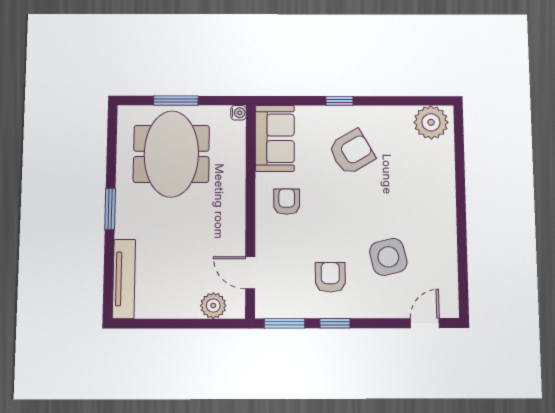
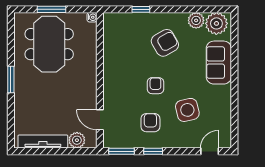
window: (339, 101) -> (141, 9), moved
plant: (399, 118) -> (196, 20), added
sofa: (275, 138) -> (219, 63), moved, turned 180
armchair: (287, 202) -> (155, 86), moved
tv unit: (124, 279) -> (43, 142), moved, turned -90

